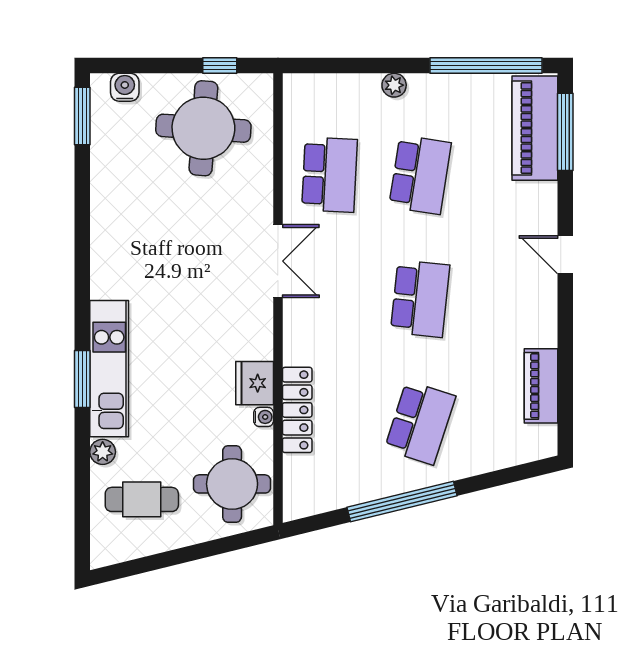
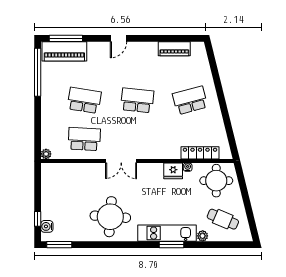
window: (220, 66) -> (38, 219), moved
plant: (394, 85) -> (46, 154), moved
round table: (203, 128) -> (110, 217), moved
double door: (278, 261) -> (121, 161), swing flipped
locker: (297, 410) -> (200, 153), moved
school desk: (420, 423) -> (190, 100), turned -33
cafe table: (142, 499) -> (223, 219), turned -67
window: (402, 501) -> (224, 108), removed

